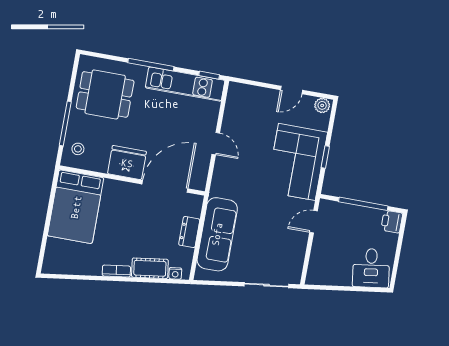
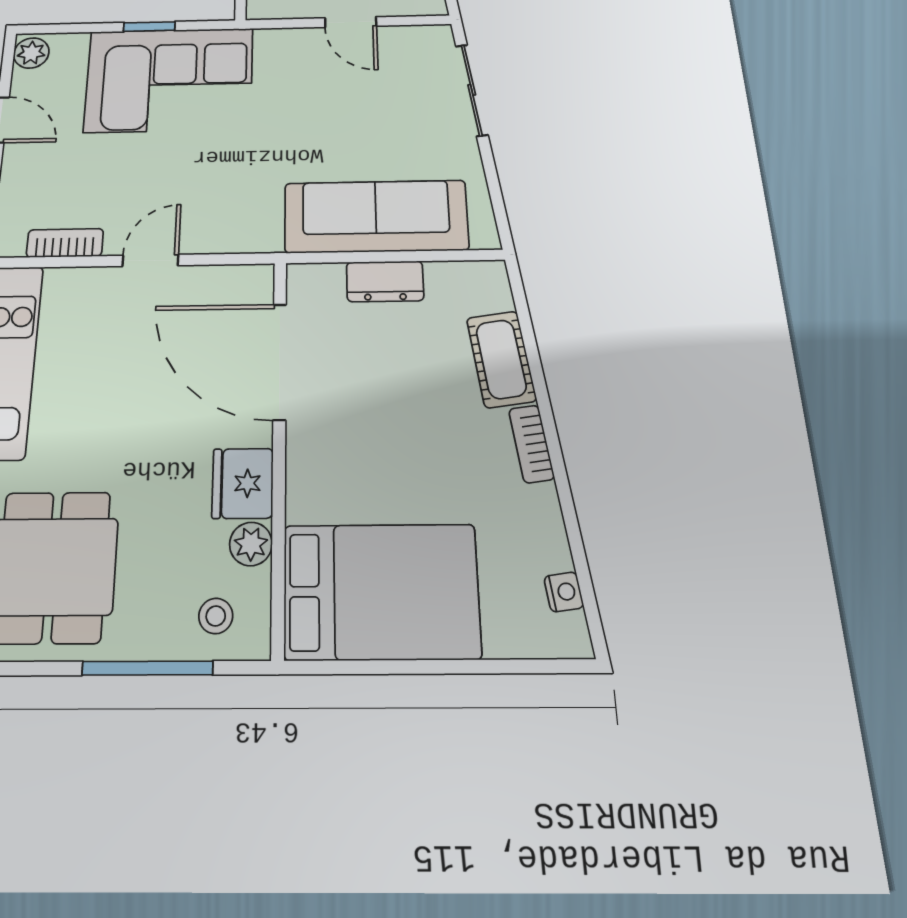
bookcase: (230, 111) -> (65, 243), added
fridge: (127, 163) -> (243, 483), width x0.73, depth x0.75
plant: (100, 165) -> (251, 544), added
door: (314, 222) -> (351, 22), moved
nightstand: (175, 273) -> (564, 592), moved

